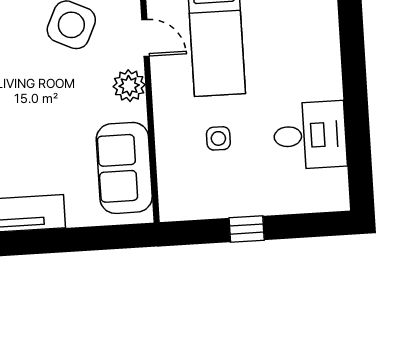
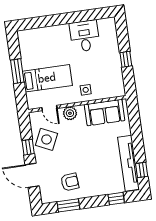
door: (145, 38) -> (49, 108), swing flipped
side table: (218, 138) -> (86, 90), moved

